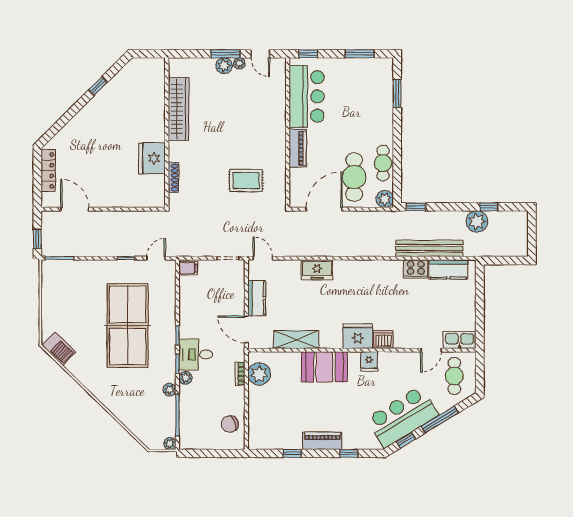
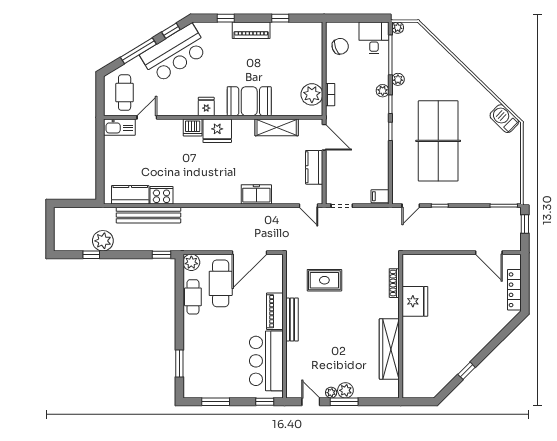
bench: (280, 140) -> (292, 319), added
desk: (196, 354) -> (374, 38), moved, turned -90

